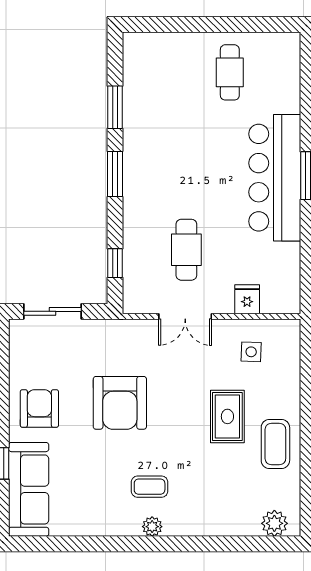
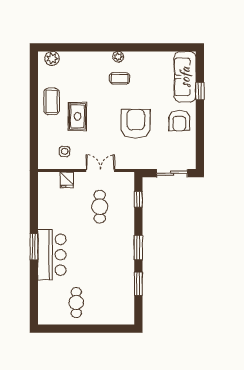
bar counter: (275, 178) -> (52, 255), width x0.73

